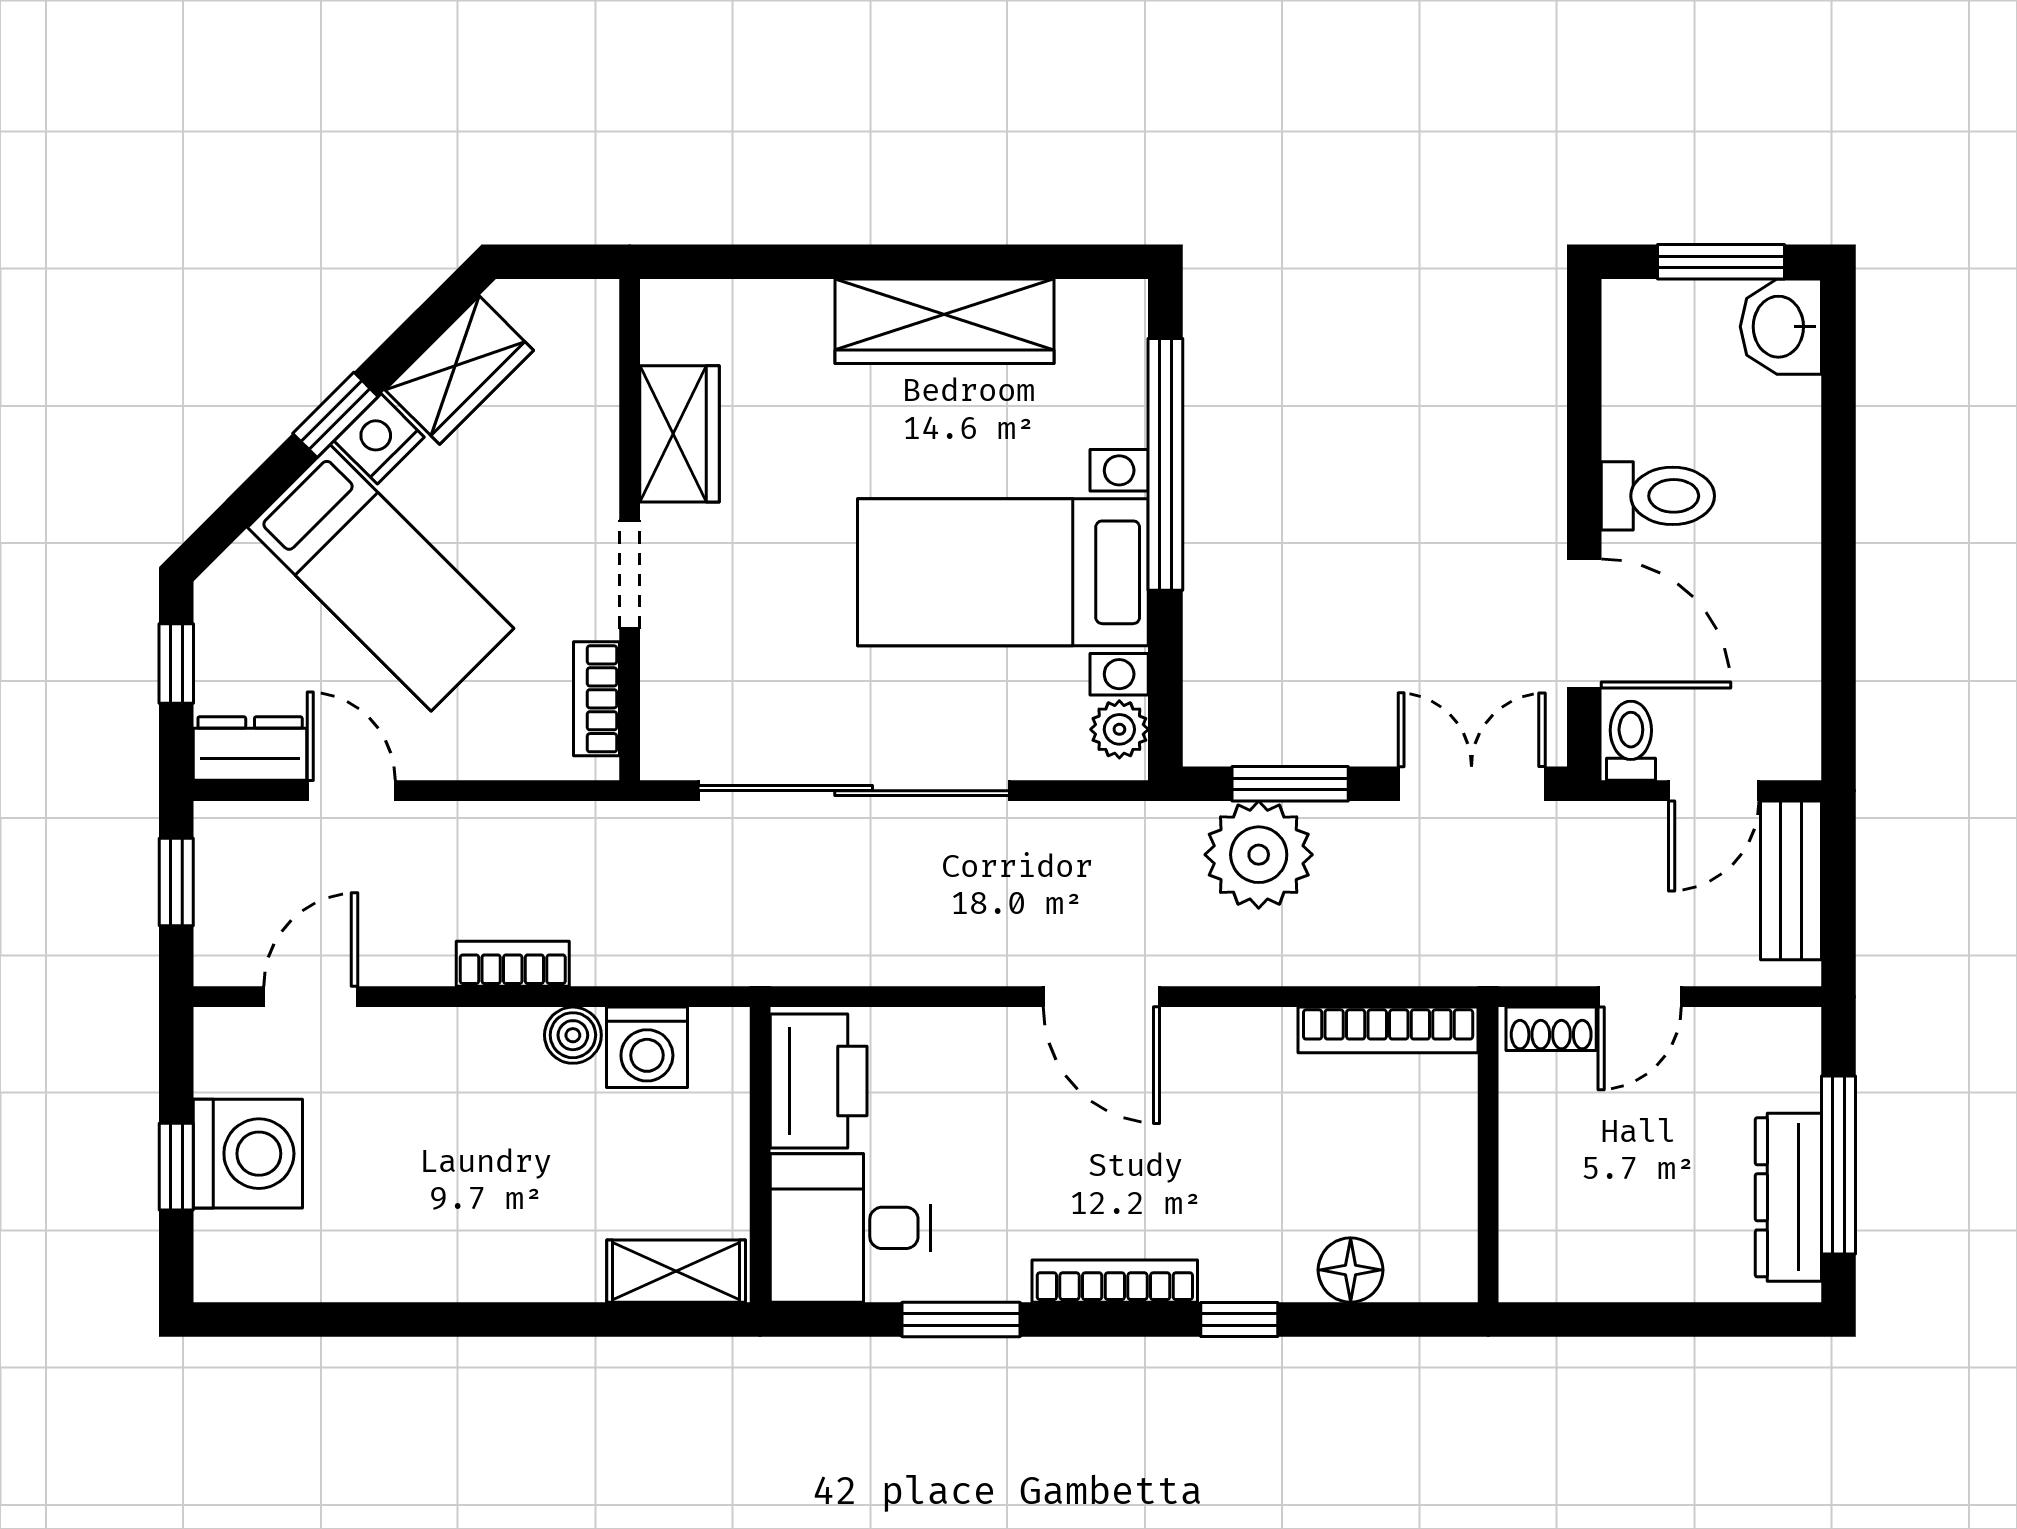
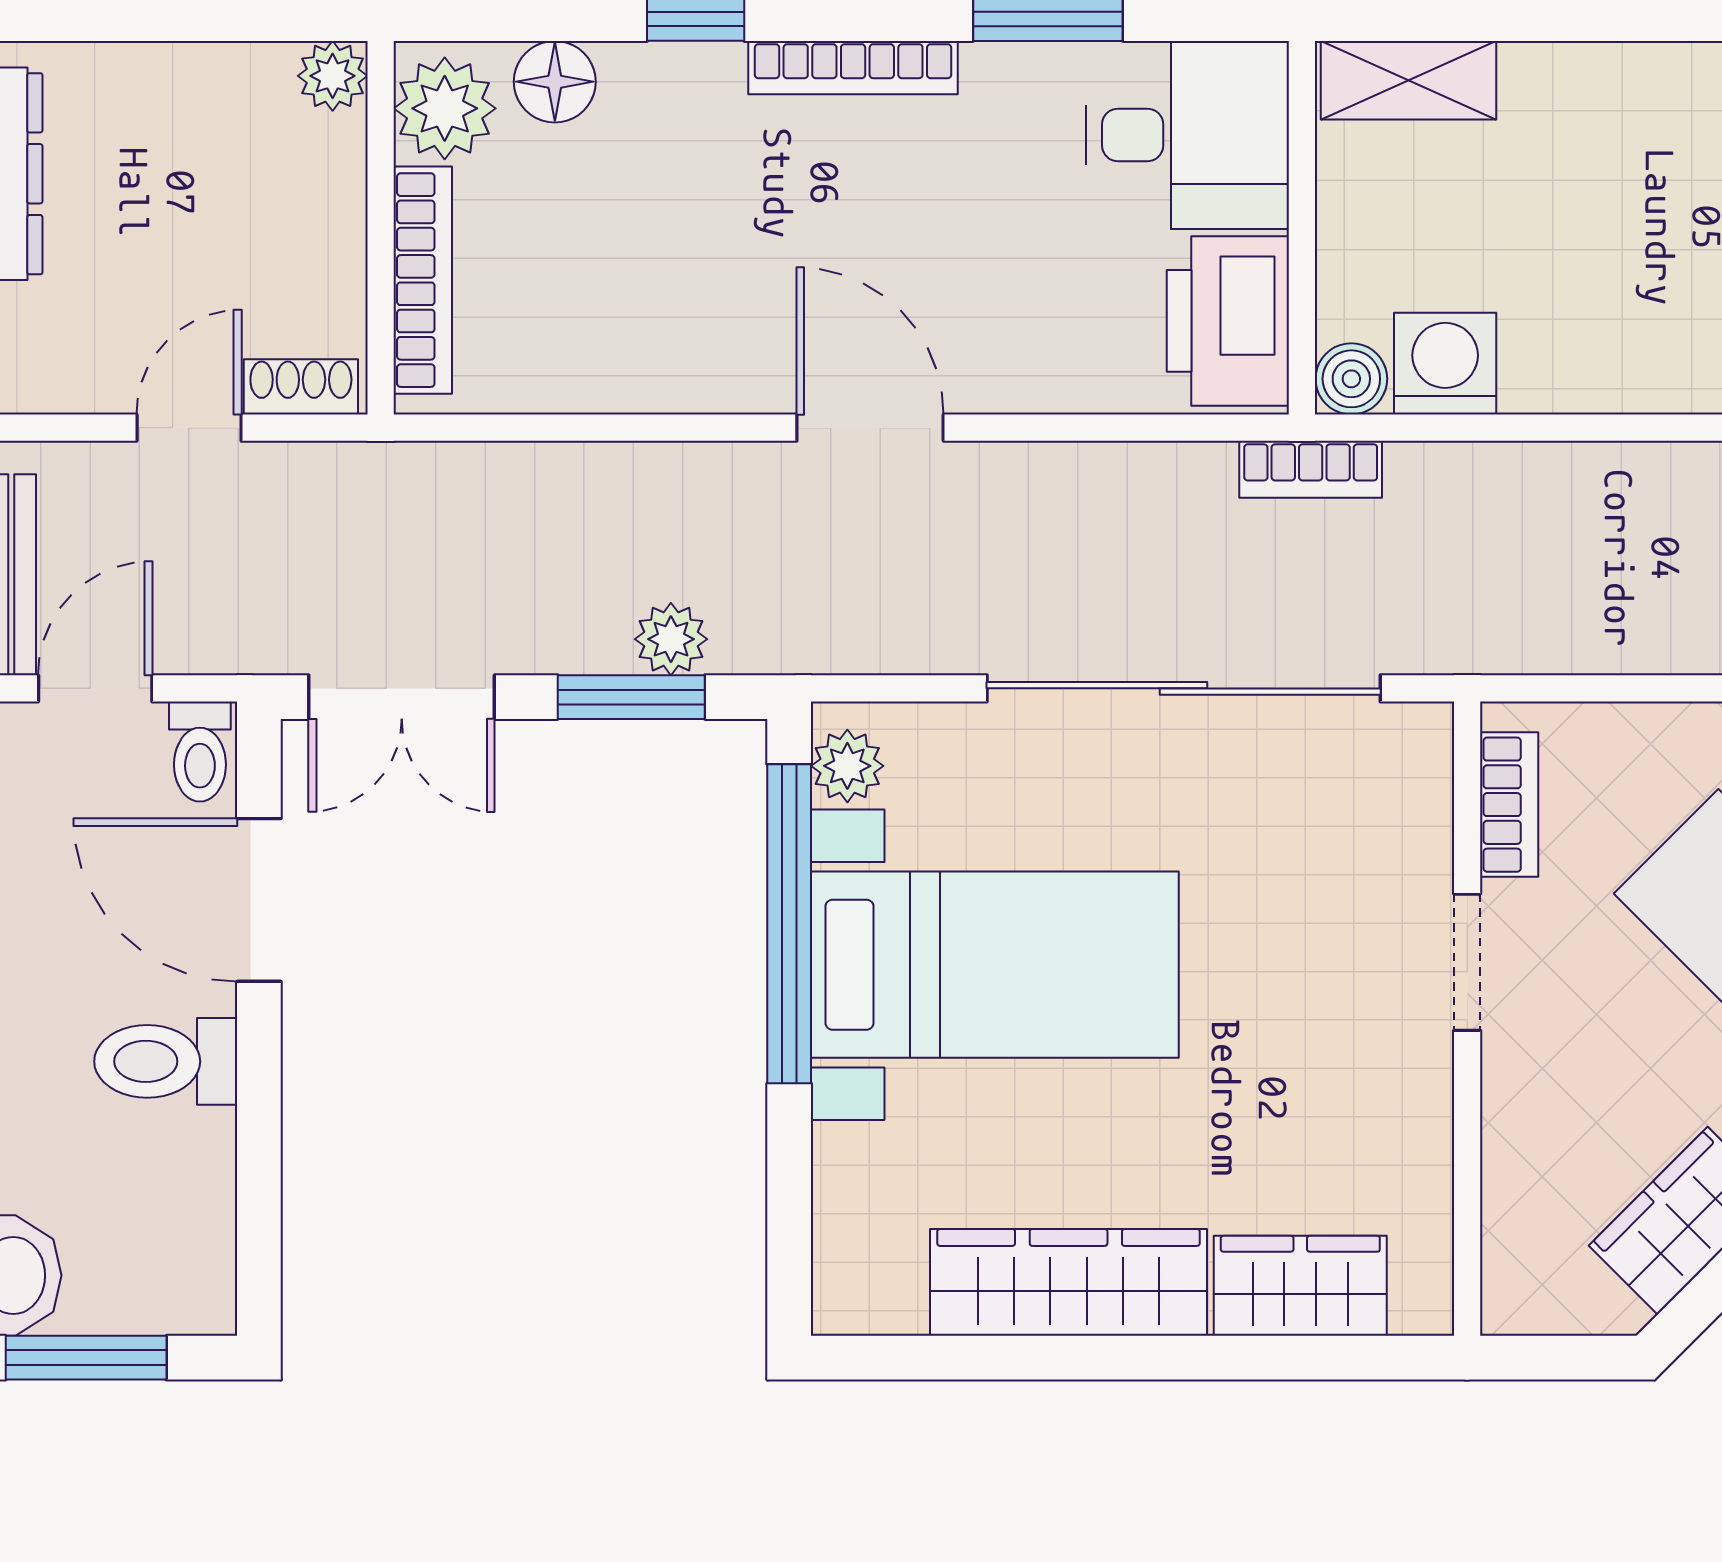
wardrobe: (680, 434) -> (1300, 1286), moved, turned 90
window: (1165, 464) -> (789, 924), moved
plant: (1259, 855) -> (671, 639), width x0.53, depth x0.53
bookcase: (513, 964) -> (1311, 469), moved
bookcase: (1388, 1030) -> (423, 280), moved, turned 90
boiler: (573, 1035) -> (1351, 379), moved
plant: (1438, 1249) -> (445, 108), added
plant: (1526, 1275) -> (333, 76), added

